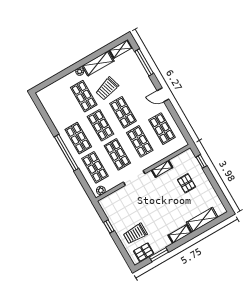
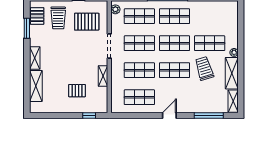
pallet: (125, 208) -> (87, 22), added
trolley: (135, 234) -> (58, 18), turned 180

